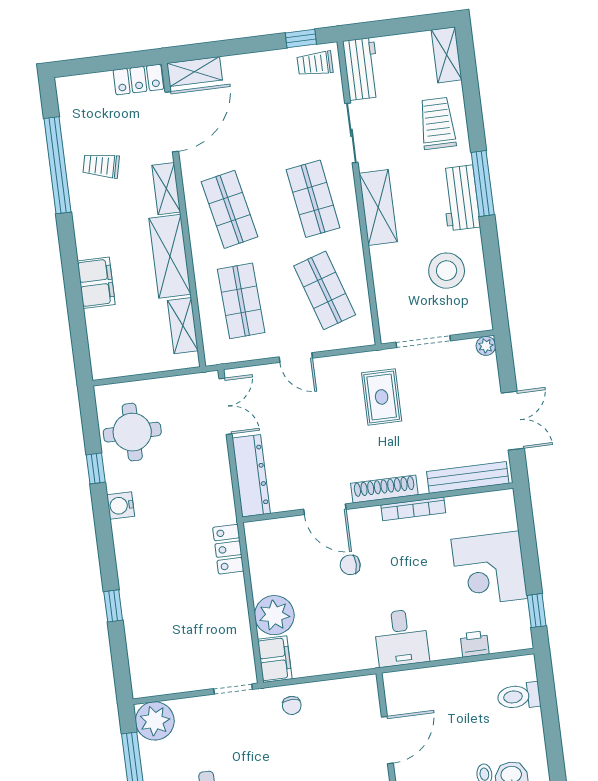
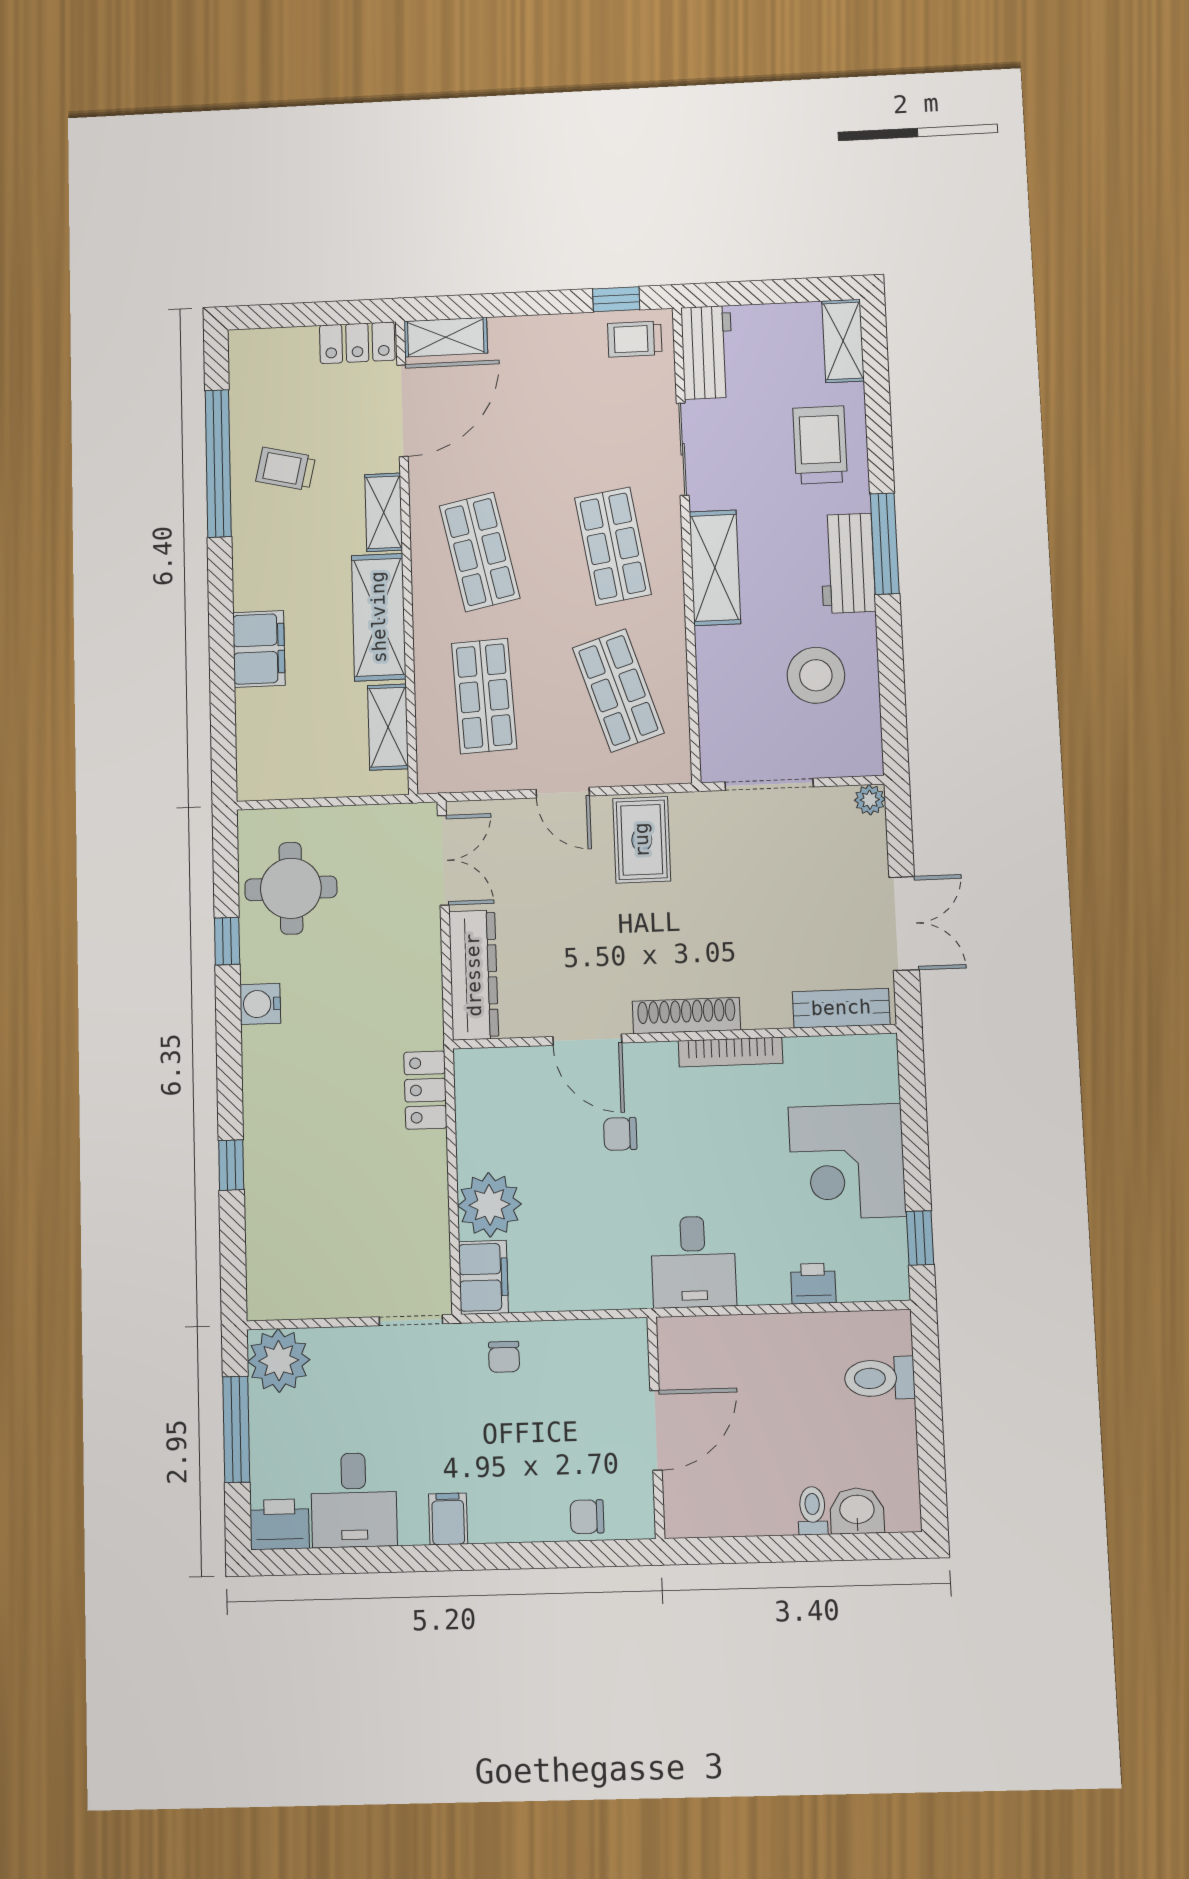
rug: (382, 397) -> (642, 840), moved
bench: (468, 477) -> (841, 1008), width x0.73

